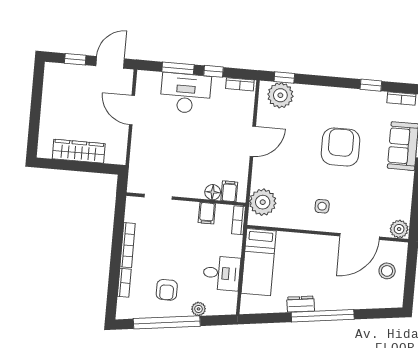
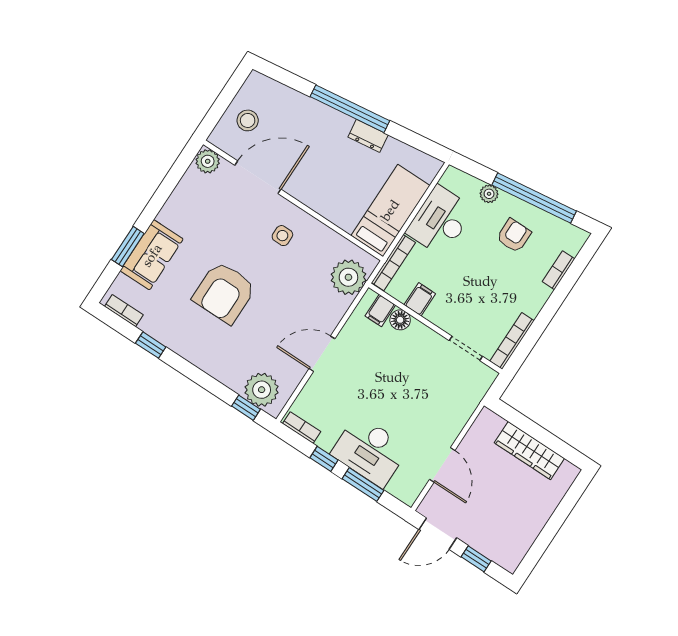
bookcase: (239, 220) -> (393, 263), width x1.56
bookcase: (128, 245) -> (512, 341), moved
desk: (222, 273) -> (440, 221), width x1.37

